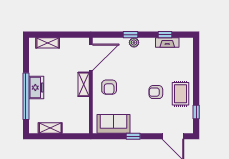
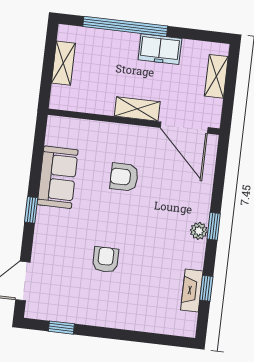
door: (91, 57) -> (184, 128), moved
shelving: (84, 84) -> (137, 109), moved
wall: (91, 85) -> (134, 122), moved
freezer: (36, 88) -> (160, 49), moved
rug: (181, 94) -> (97, 304), removed

